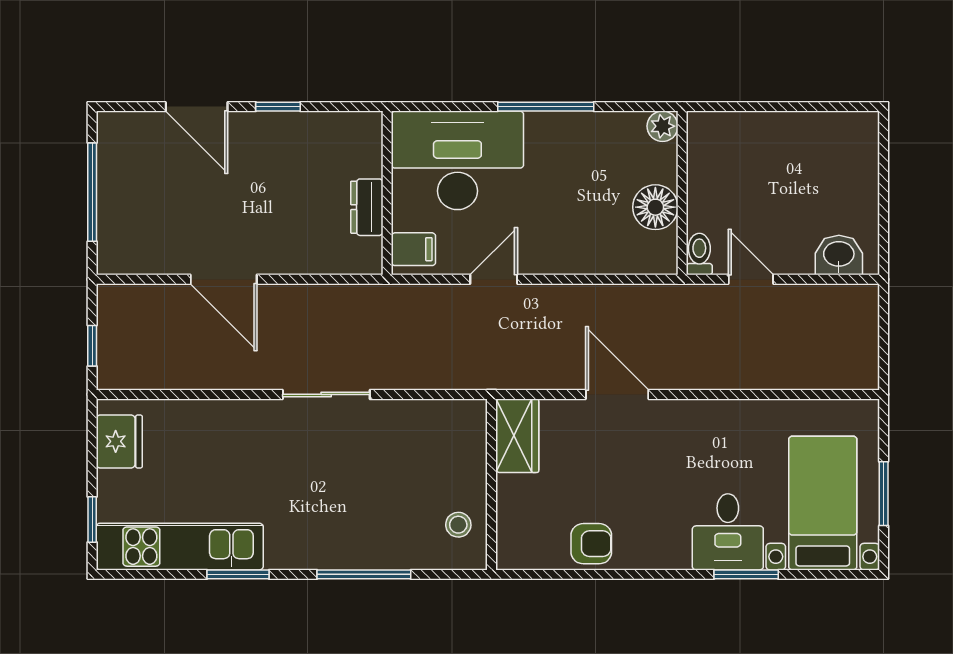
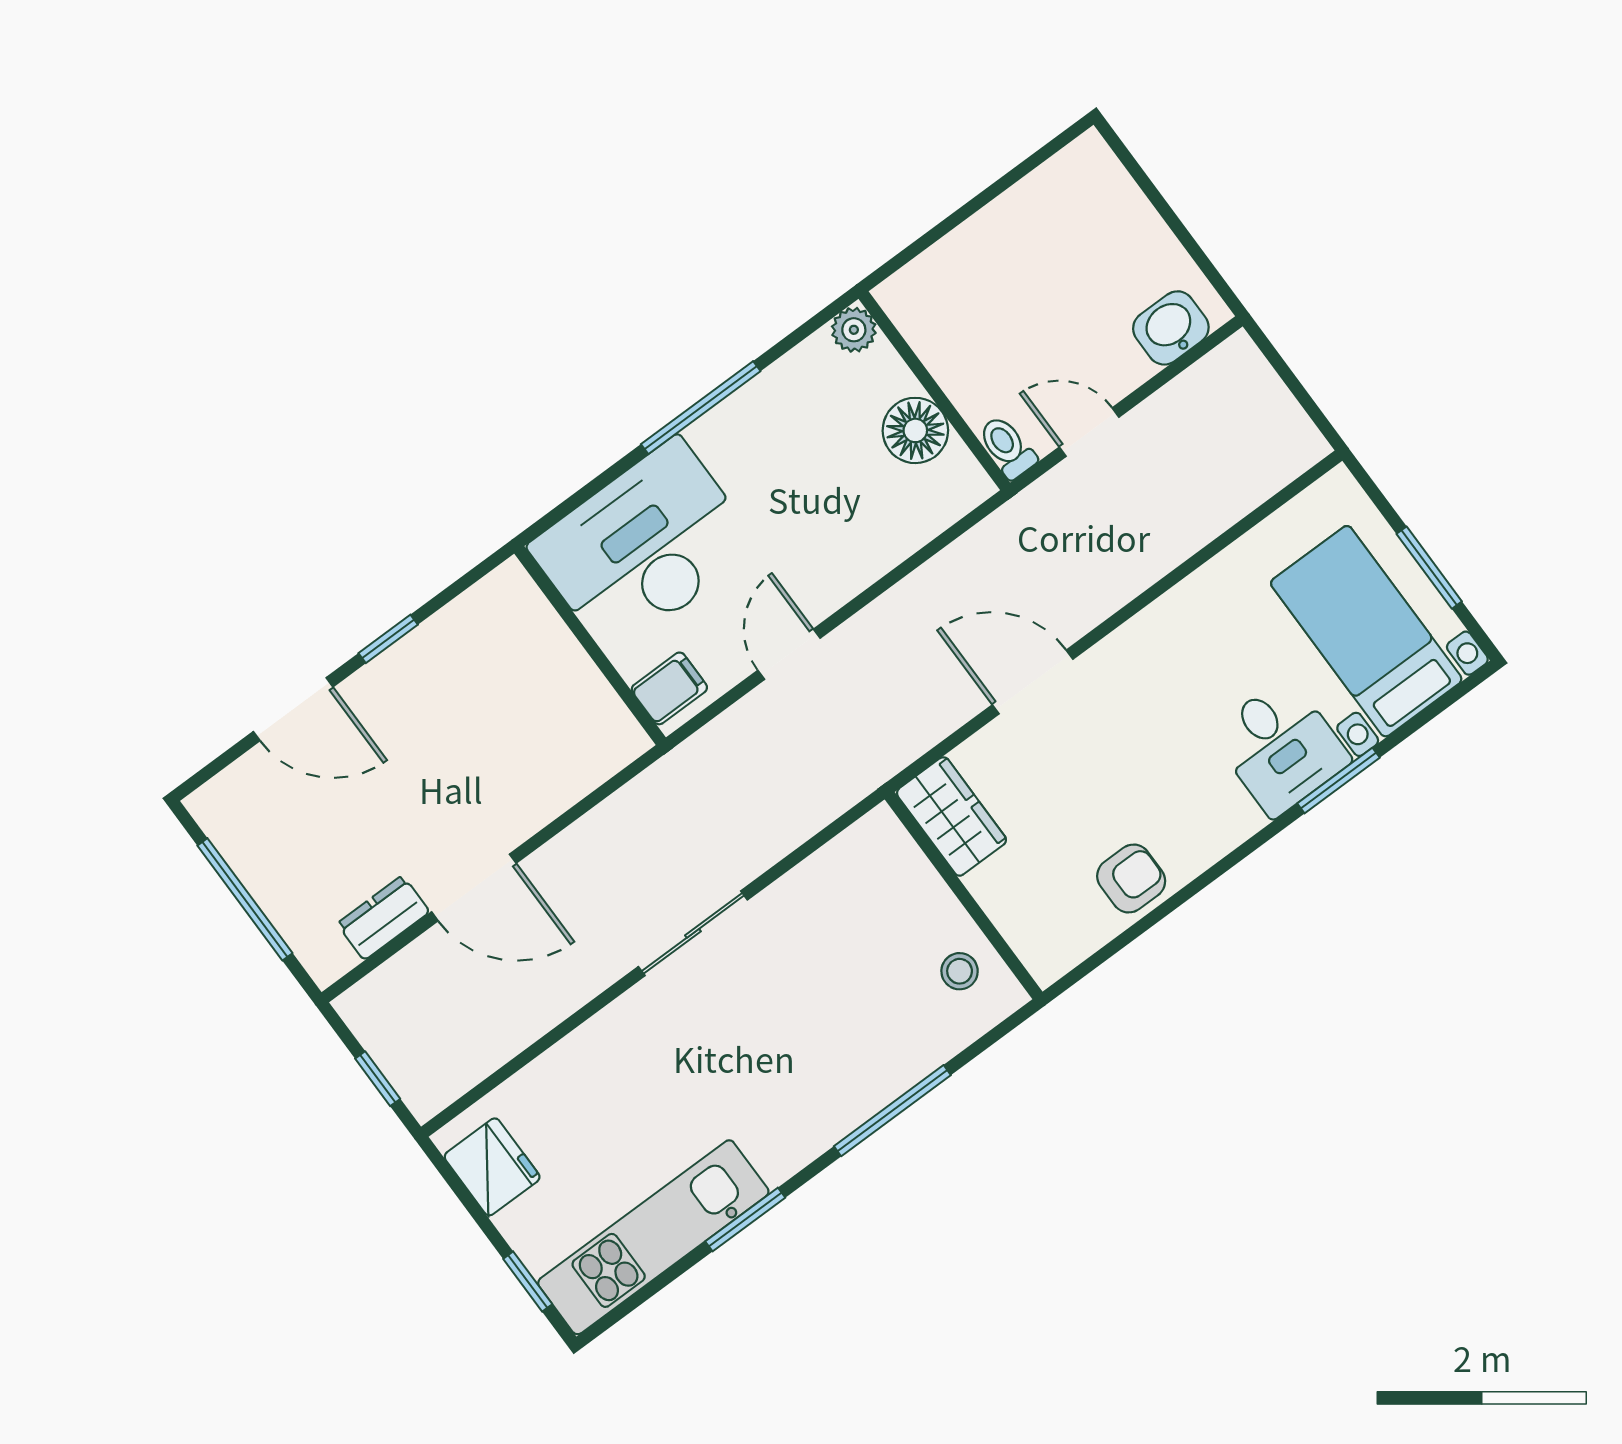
dresser: (367, 207) -> (383, 918), moved, turned 90

